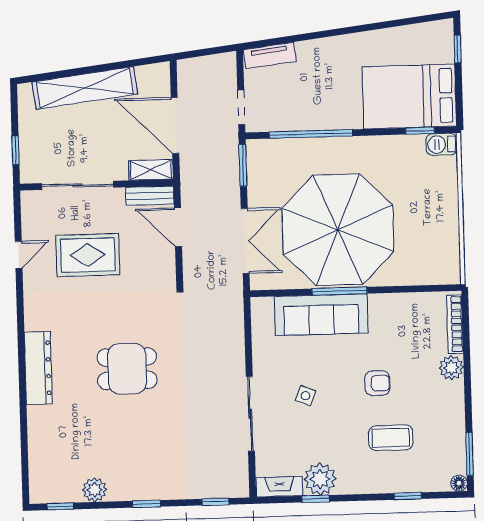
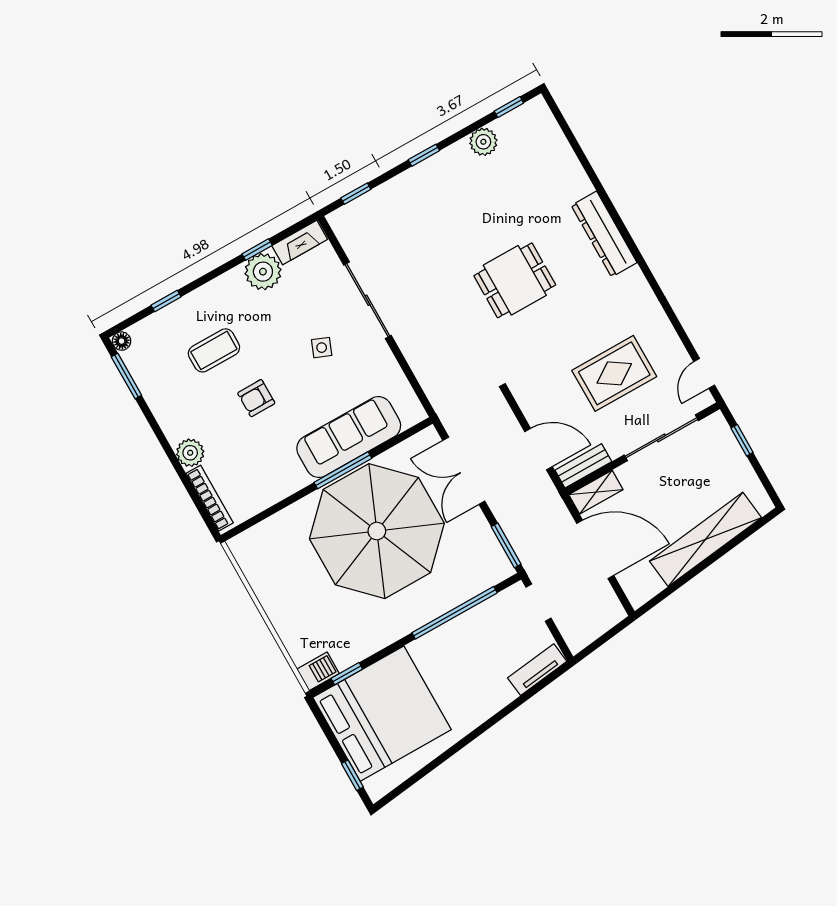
bed: (409, 96) -> (382, 714), width x1.36
door: (19, 255) -> (704, 373), moved

